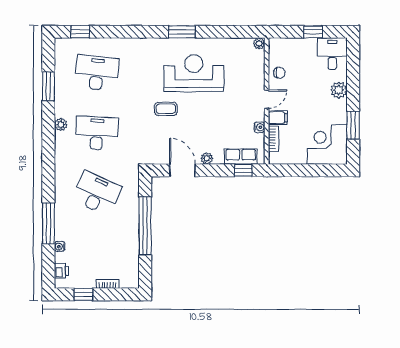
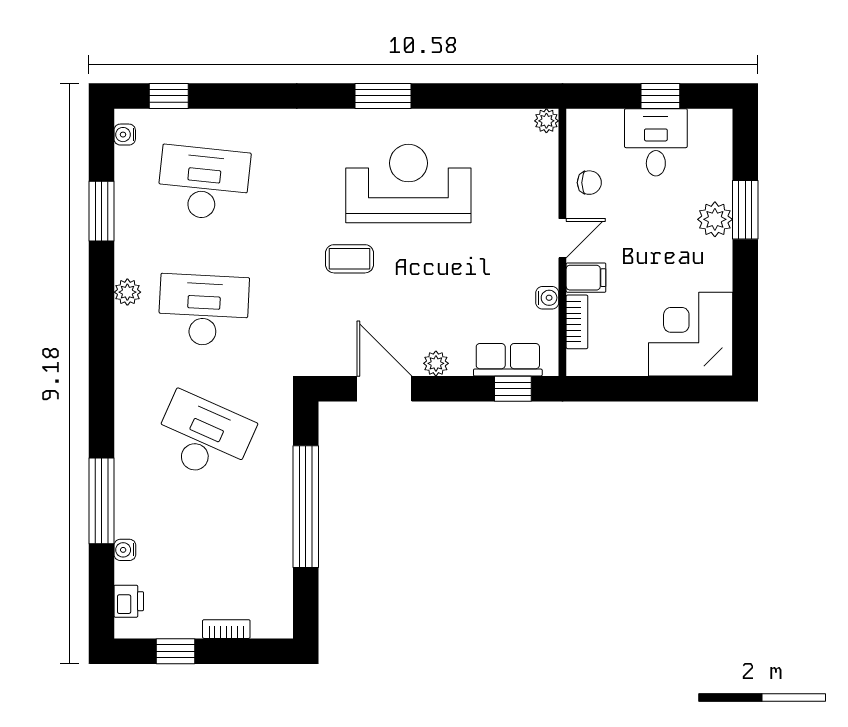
water cooler: (59, 50) -> (125, 135), added
desk: (332, 54) -> (656, 142), moved
window: (353, 125) -> (745, 210), moved

